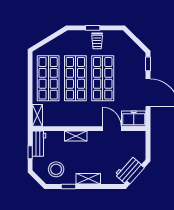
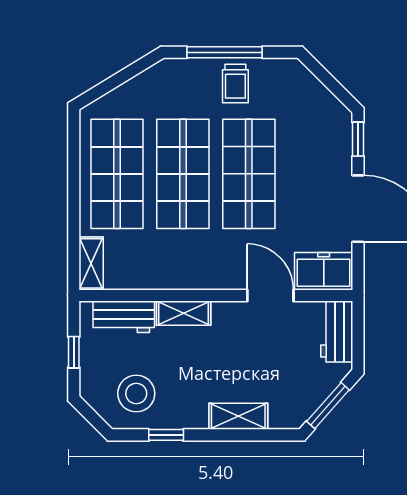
window: (93, 28) -> (225, 52), width x2.17
workbench: (39, 144) -> (124, 317), moved, turned 90
workbench: (128, 169) -> (337, 332), moved, turned -42
shelving: (88, 179) -> (238, 416), moved

